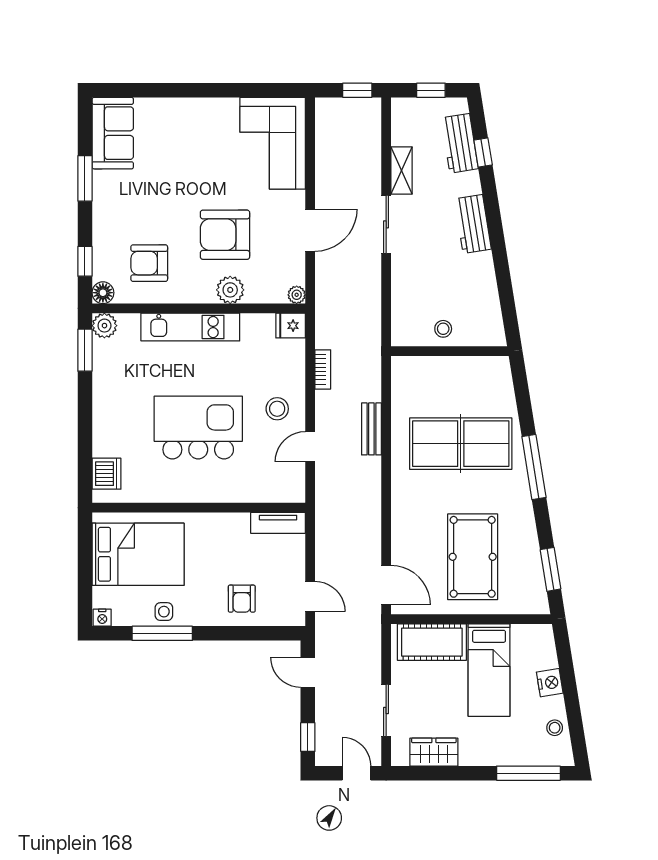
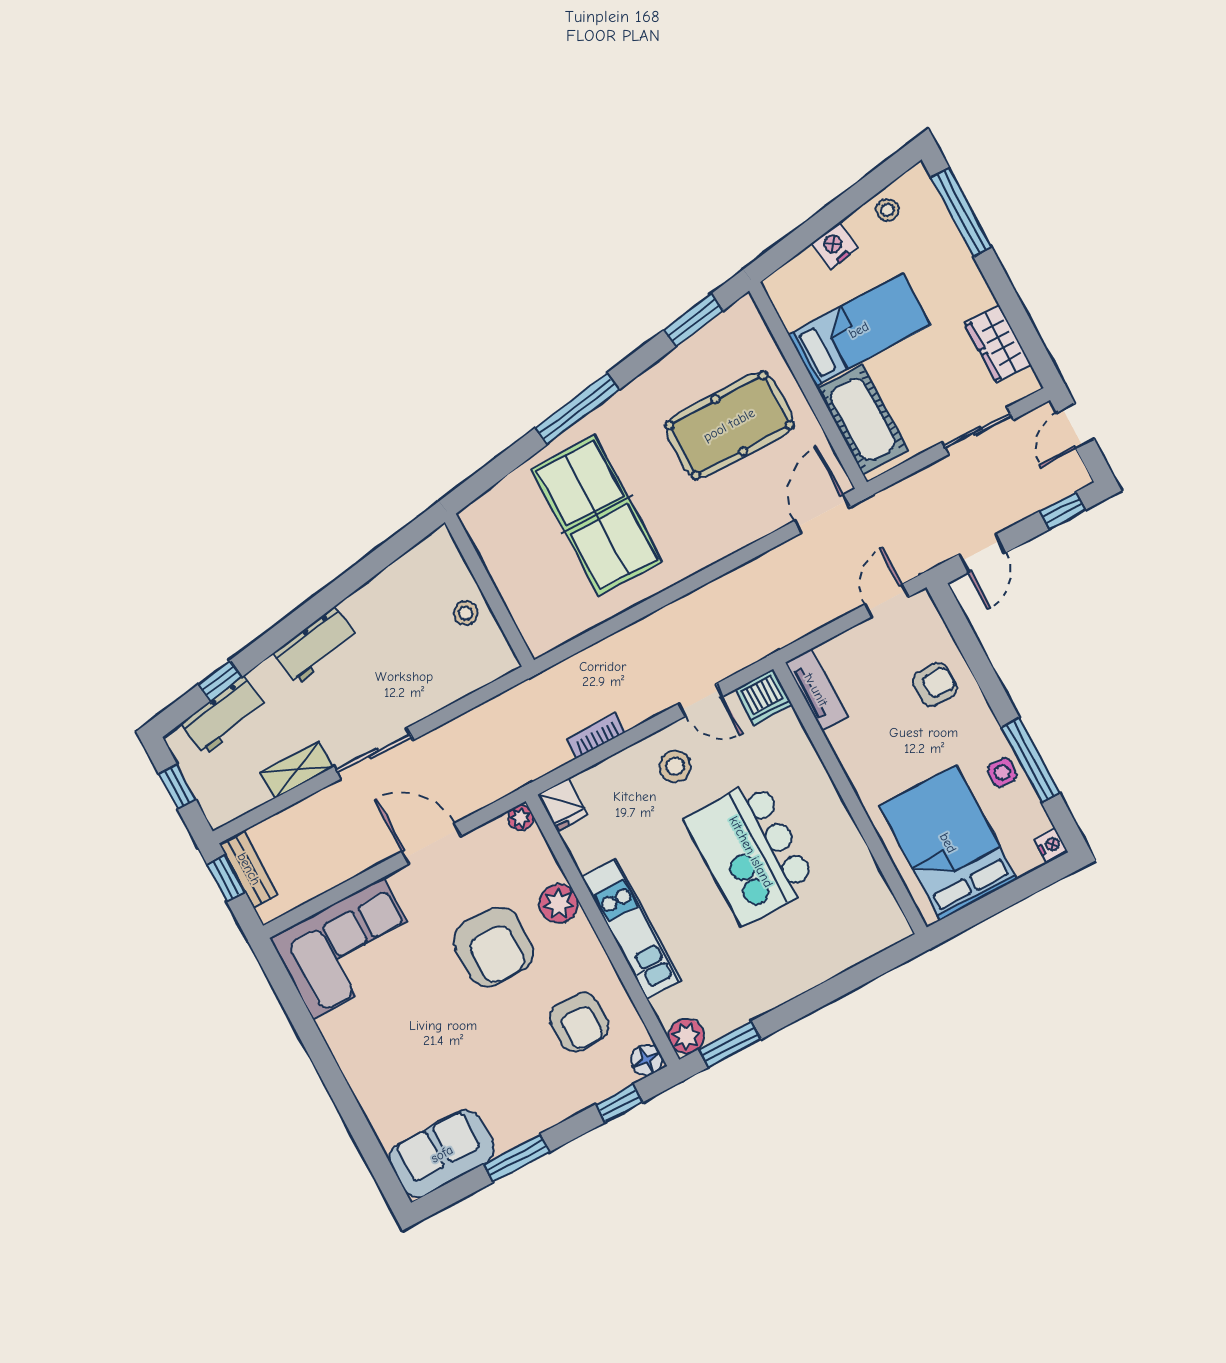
bench: (371, 429) -> (249, 869), moved, turned 90
dishwasher: (107, 474) -> (764, 697), moved, turned 180

